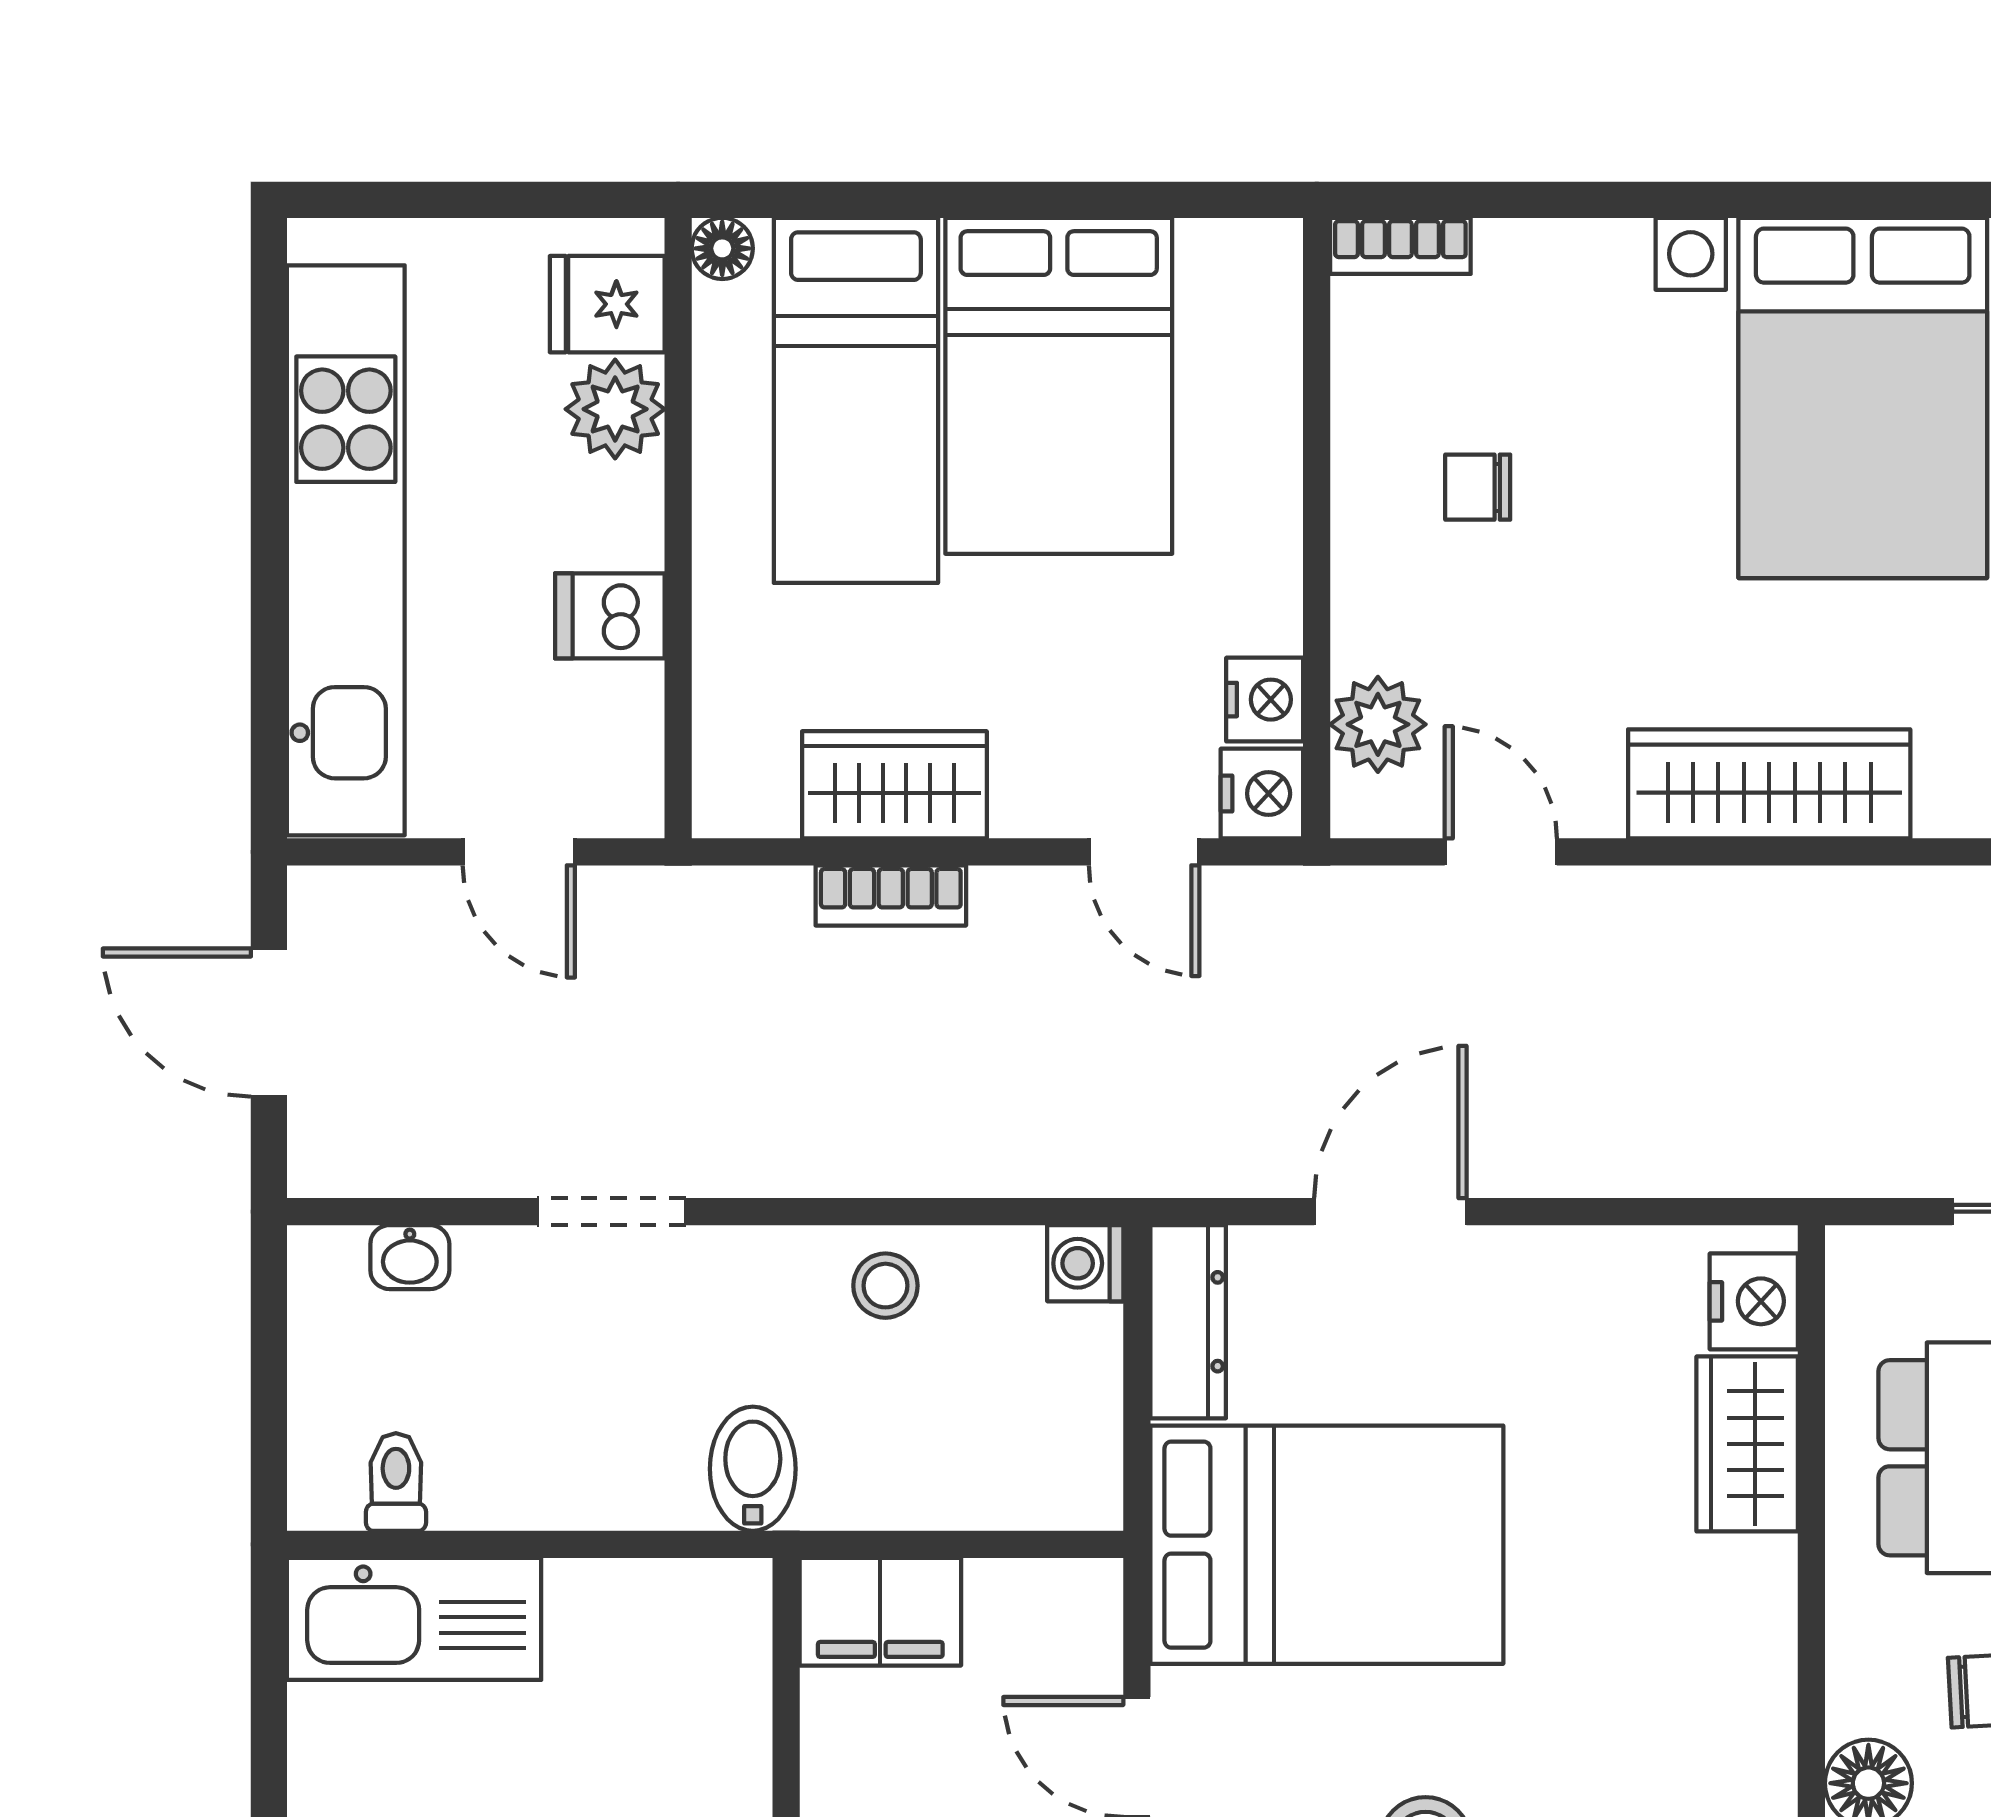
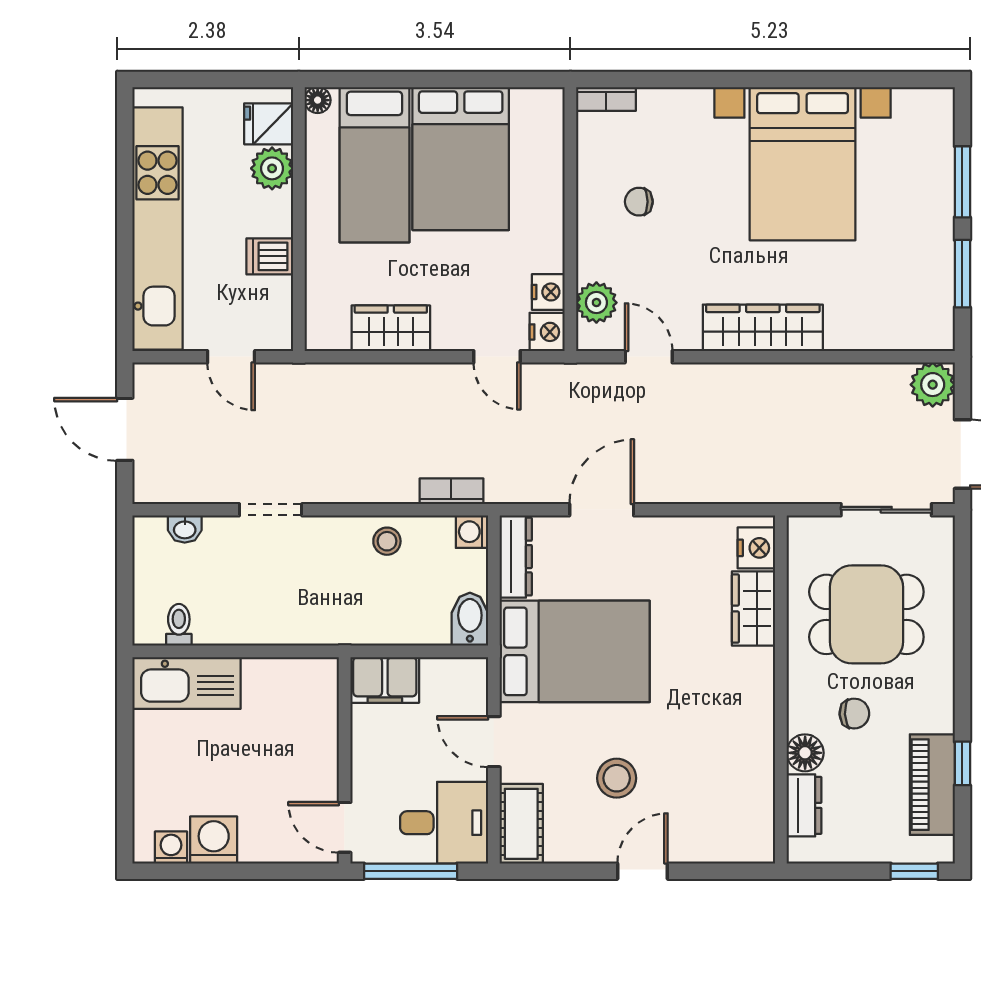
bookcase: (891, 895) -> (451, 491), moved, turned 180
bidet: (753, 1469) -> (470, 619), moved

